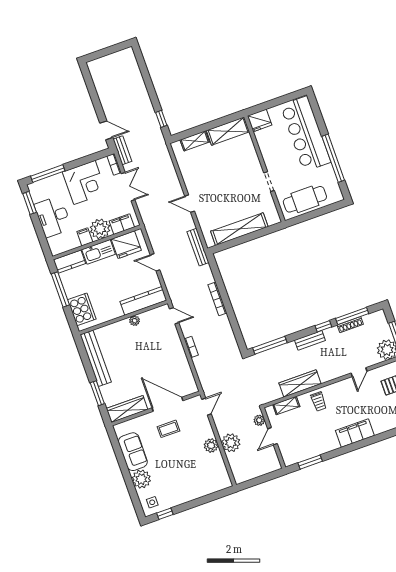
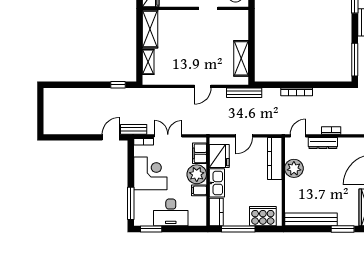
shelving: (239, 229) -> (241, 58), width x0.68
plant: (135, 321) -> (294, 168), width x1.87, depth x1.87
dresser: (176, 343) -> (323, 143), added

